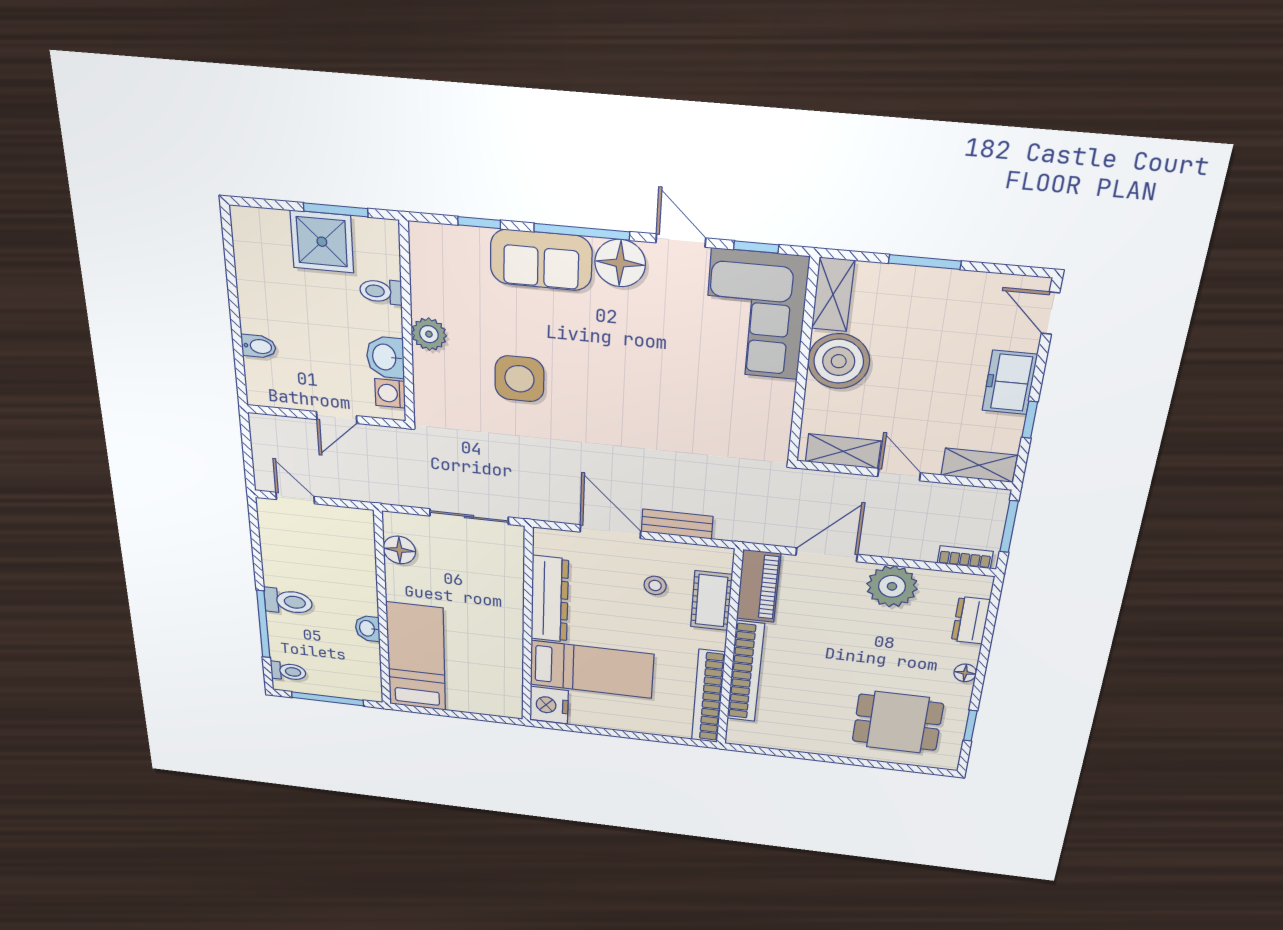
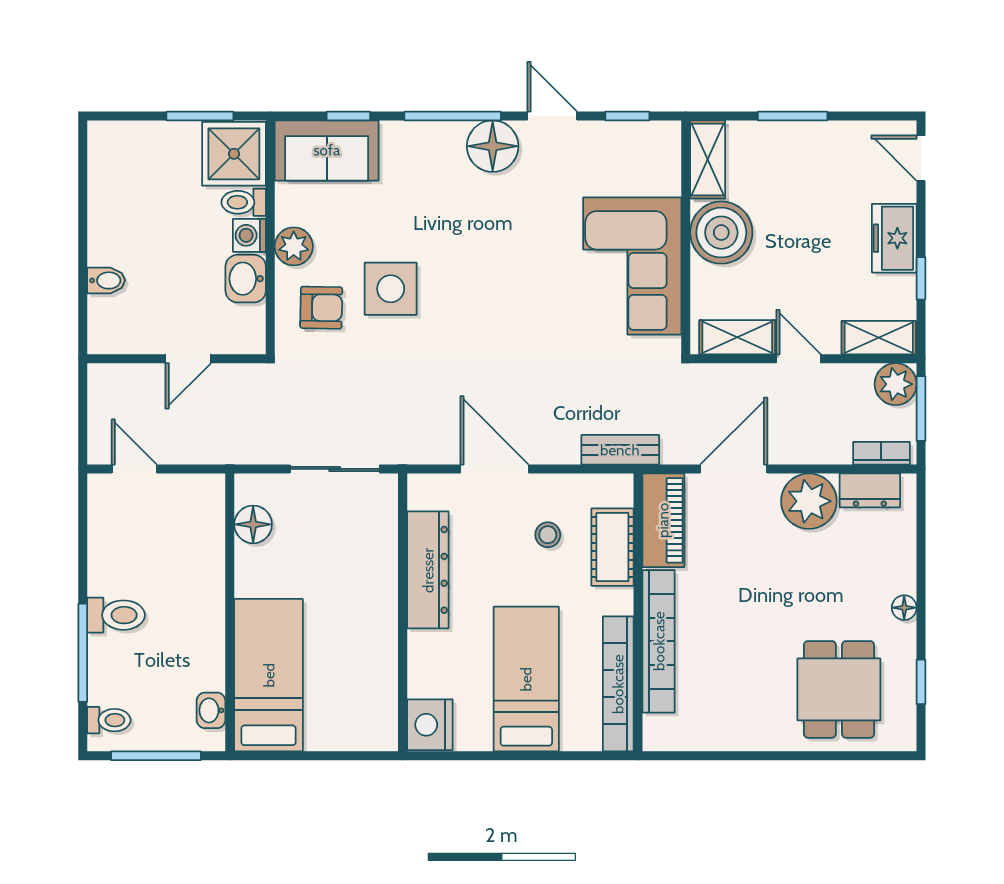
shower: (322, 242) -> (234, 154), moved
sofa: (541, 260) -> (327, 150), moved
corner sofa: (755, 315) -> (632, 266), moved
armchair: (455, 388) -> (321, 308), added
washing machine: (390, 393) -> (249, 235), moved
plant: (988, 505) -> (896, 384), added
bench: (677, 524) -> (620, 450), moved
dresser: (971, 620) -> (870, 490), moved, turned -90
washbasin: (368, 628) -> (211, 710), moved
bed: (592, 669) -> (526, 679), moved, turned -90
dining table: (898, 722) -> (839, 689), turned 90

